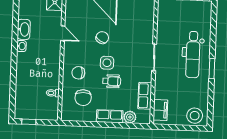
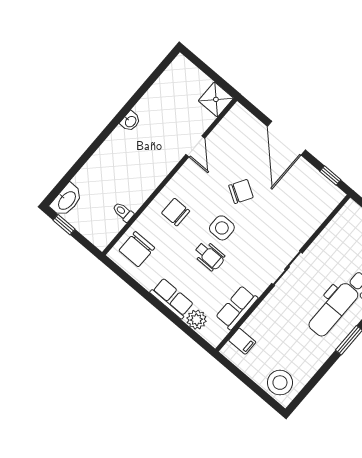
washbasin: (24, 29) -> (67, 200), moved
chair: (83, 98) -> (137, 249), moved
filing cabinet: (160, 110) -> (242, 341), width x0.50

